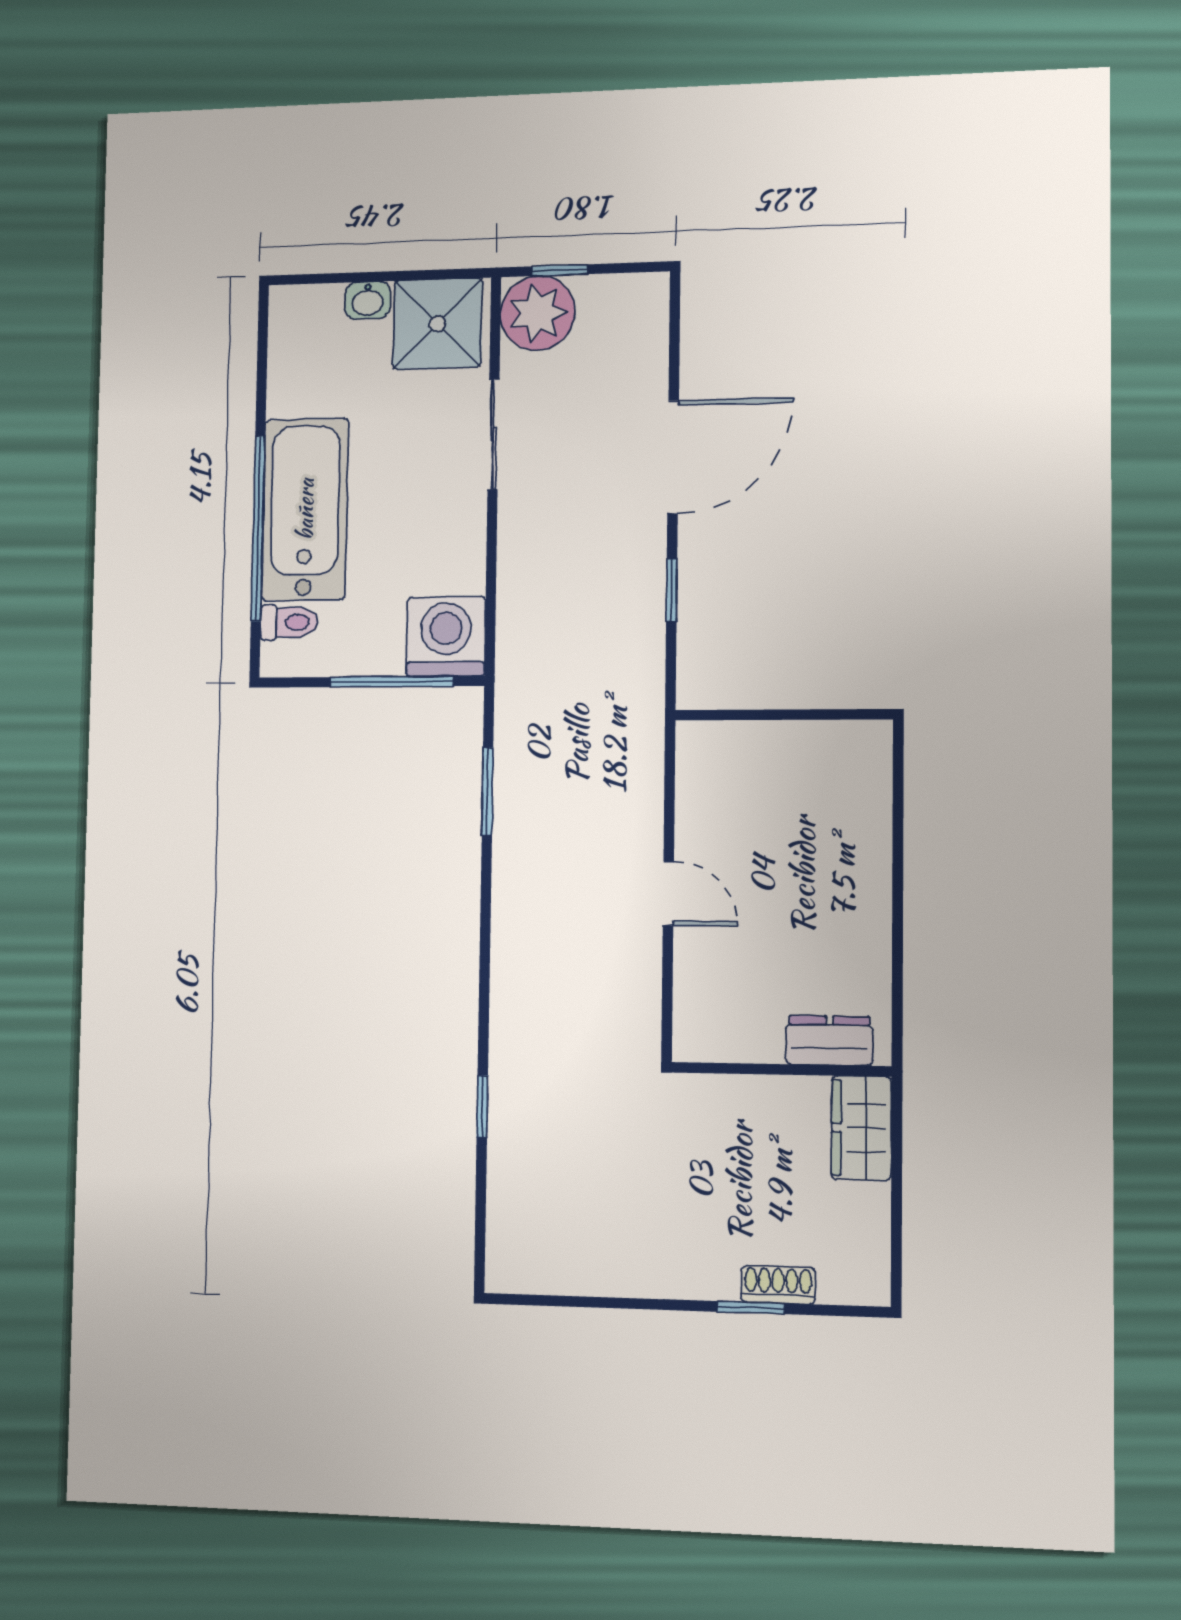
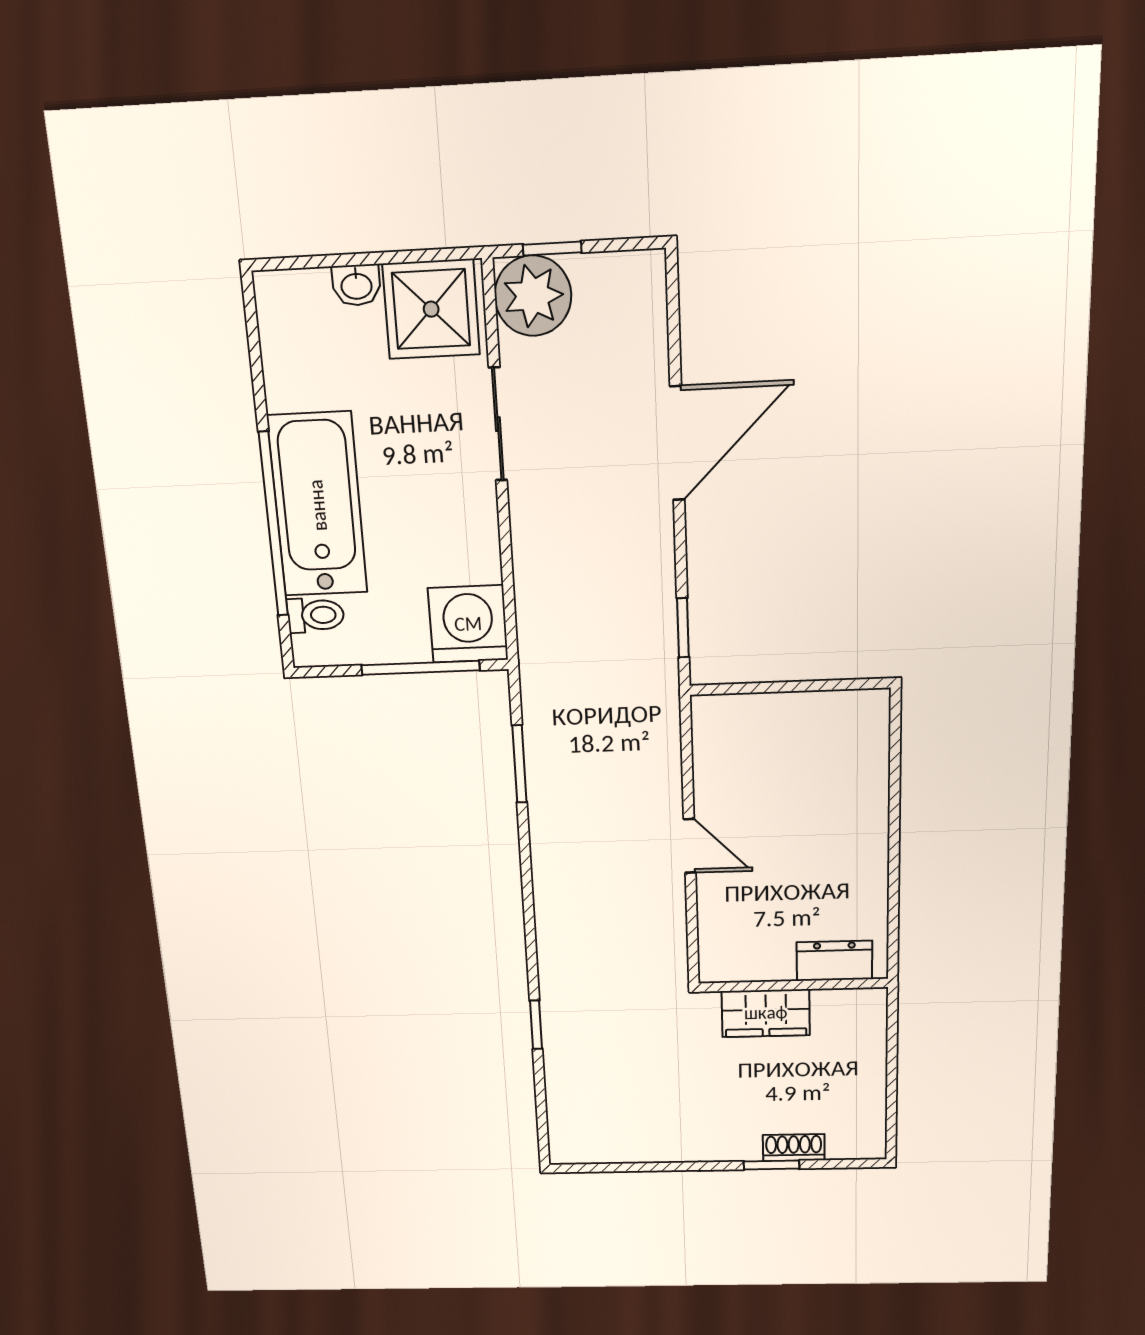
window: (672, 590) -> (683, 628), moved
wardrobe: (861, 1128) -> (766, 1013), moved, turned -90

